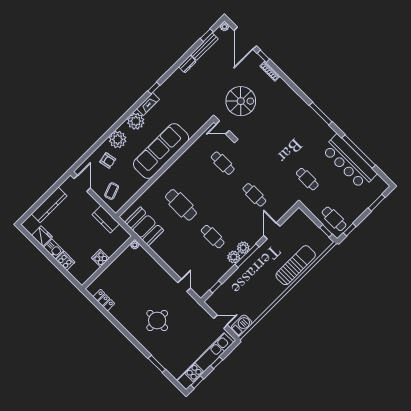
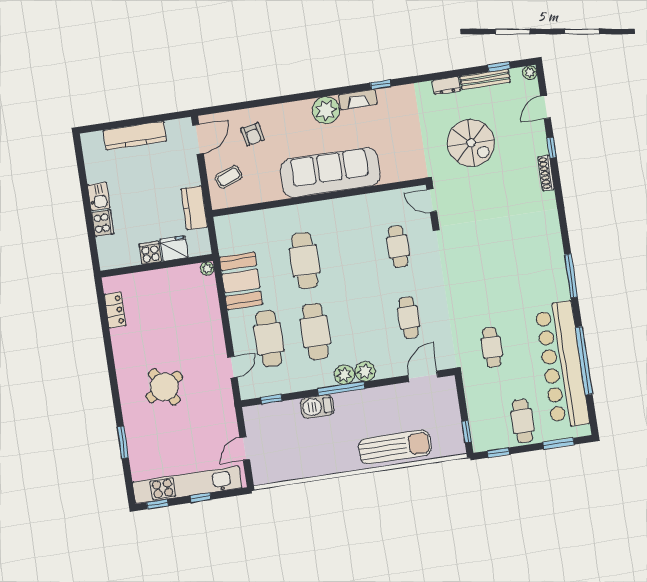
door: (245, 38) -> (546, 107), width x0.53
spiral stairs: (241, 101) -> (471, 143), moved
plant: (118, 139) -> (285, 116), removed
bar counter: (349, 162) -> (562, 365), width x1.36
cafe table: (334, 219) -> (523, 421), moved
booth: (144, 226) -> (241, 281), moved
door: (272, 231) -> (423, 376), moved
fridge: (42, 236) -> (174, 248), moved, turned -90
cafe table: (213, 237) -> (315, 332), width x1.37, depth x1.35
cafe table: (192, 257) -> (269, 339), added
plant: (234, 257) -> (365, 371), moved
round table: (157, 320) -> (164, 387), turned -30
door: (221, 322) -> (245, 449), swing flipped
barbecue: (242, 325) -> (317, 407), moved, turned 180

